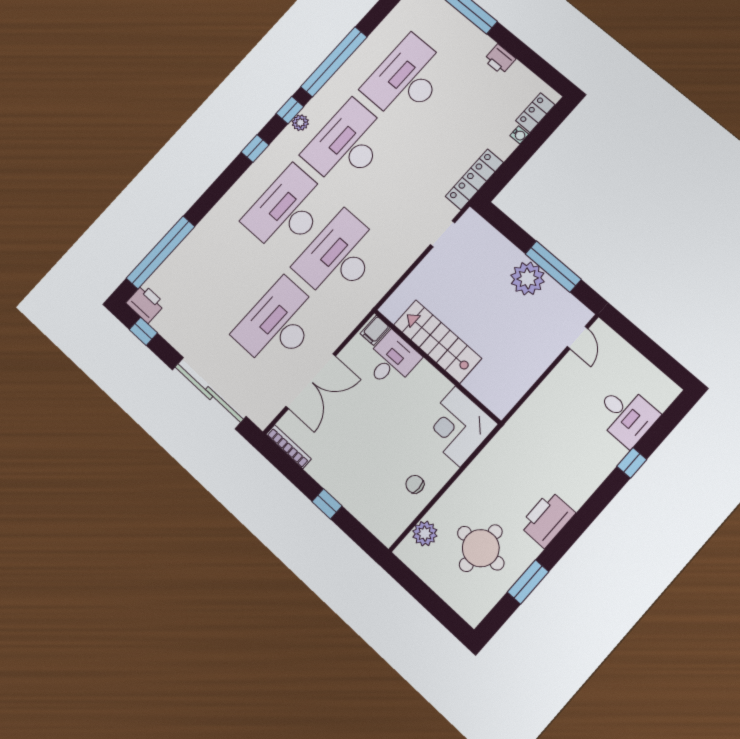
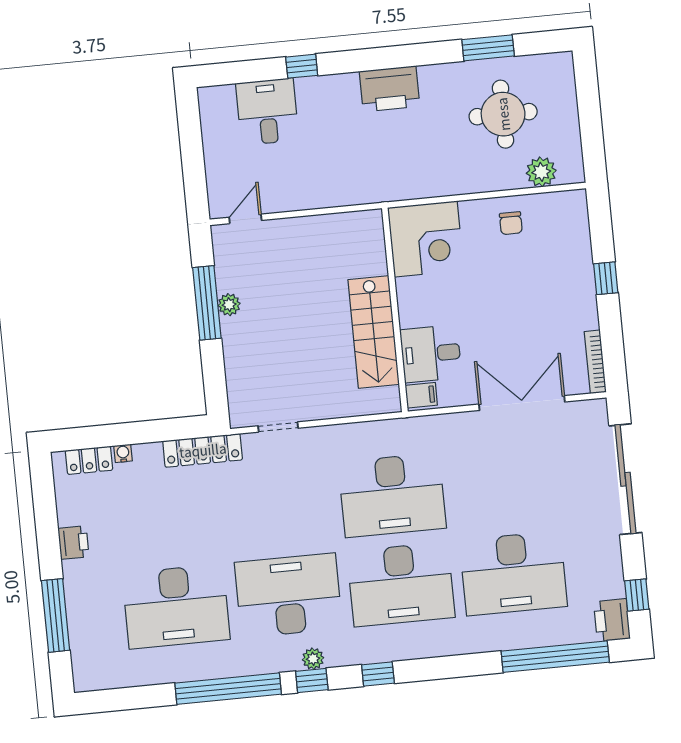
desk: (347, 144) -> (288, 595), turned 180
plant: (528, 278) -> (229, 305), width x0.53, depth x0.53
desk: (278, 324) -> (513, 573), moved
printer: (547, 519) -> (390, 89), moved

